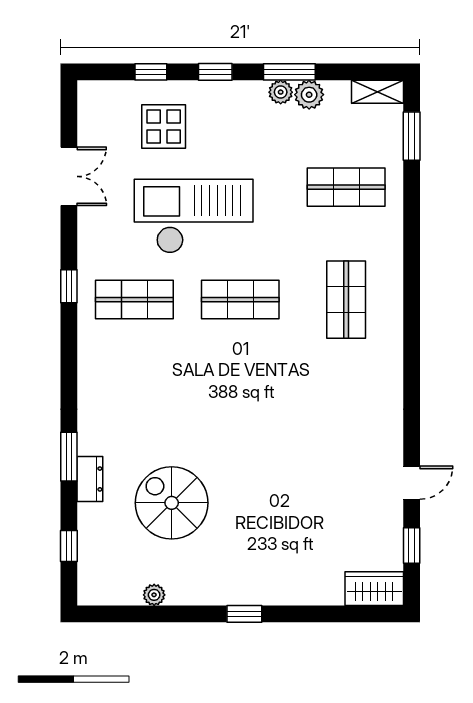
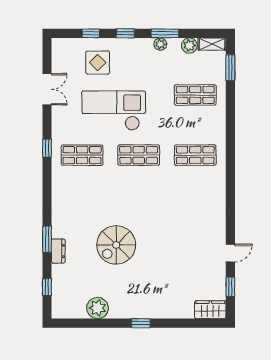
plant: (309, 95) -> (189, 46), moved
shop shelf: (346, 300) -> (195, 155), turned 90
spiral stairs: (172, 503) -> (116, 245), moved, turned -90
plant: (154, 595) -> (98, 308), width x1.87, depth x1.87

